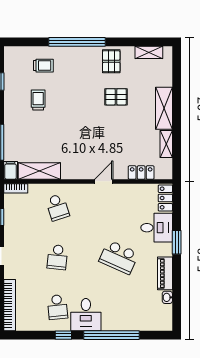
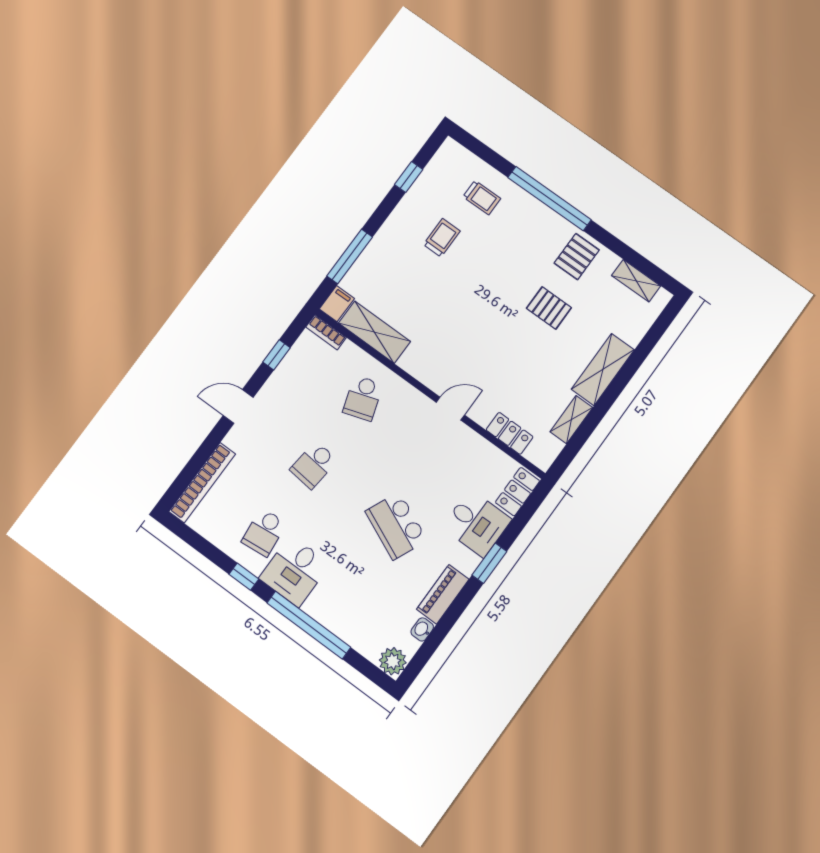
plant: (164, 323) -> (393, 661), added

